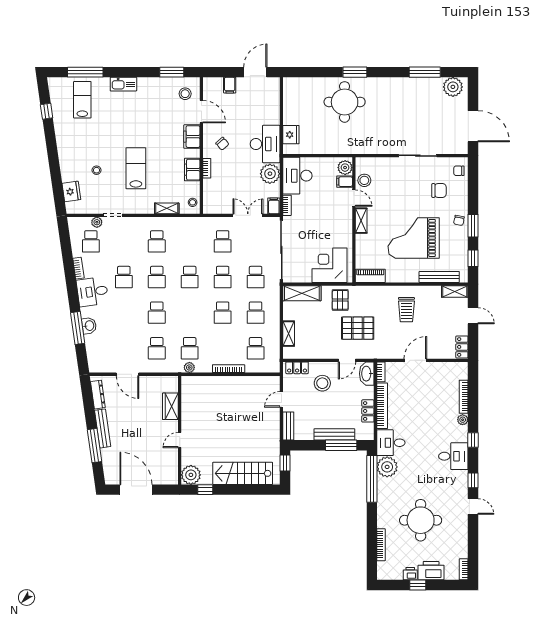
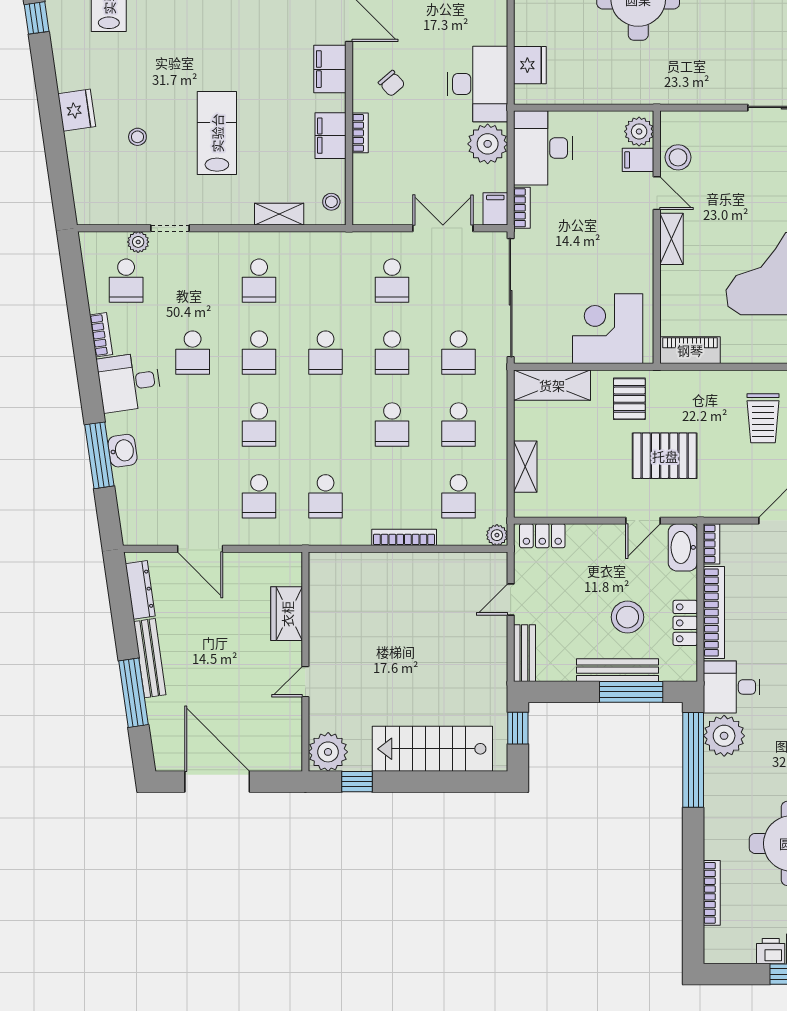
fridge: (71, 191) -> (77, 110), moved
plant: (189, 367) -> (497, 535), moved
stool: (322, 383) -> (628, 617), moved

